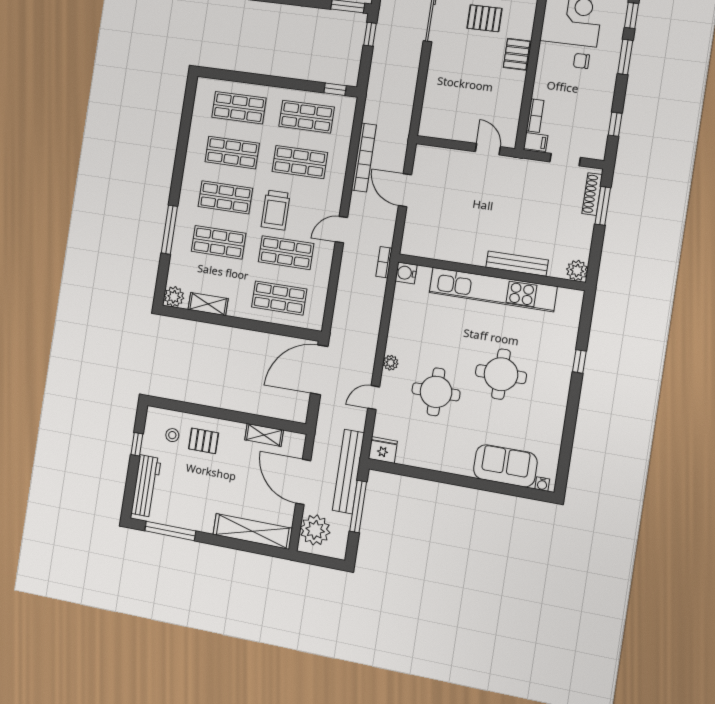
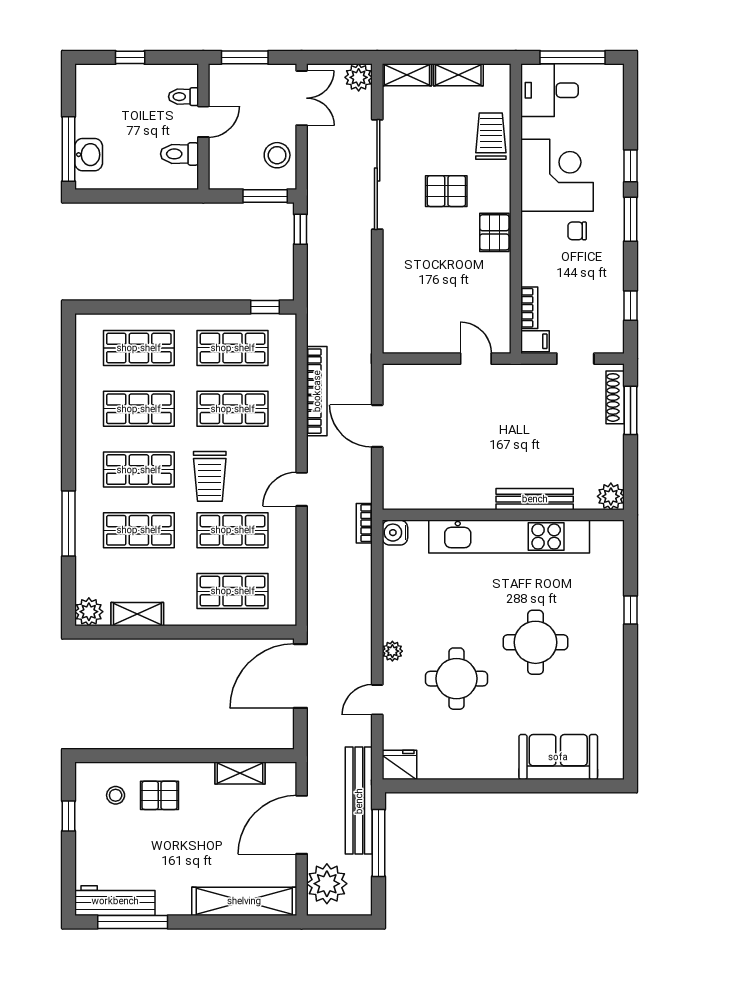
door: (303, 482) -> (302, 825), hinge flipped
water cooler: (542, 484) -> (608, 771), removed
workbench: (146, 486) -> (115, 901), moved, turned -90

